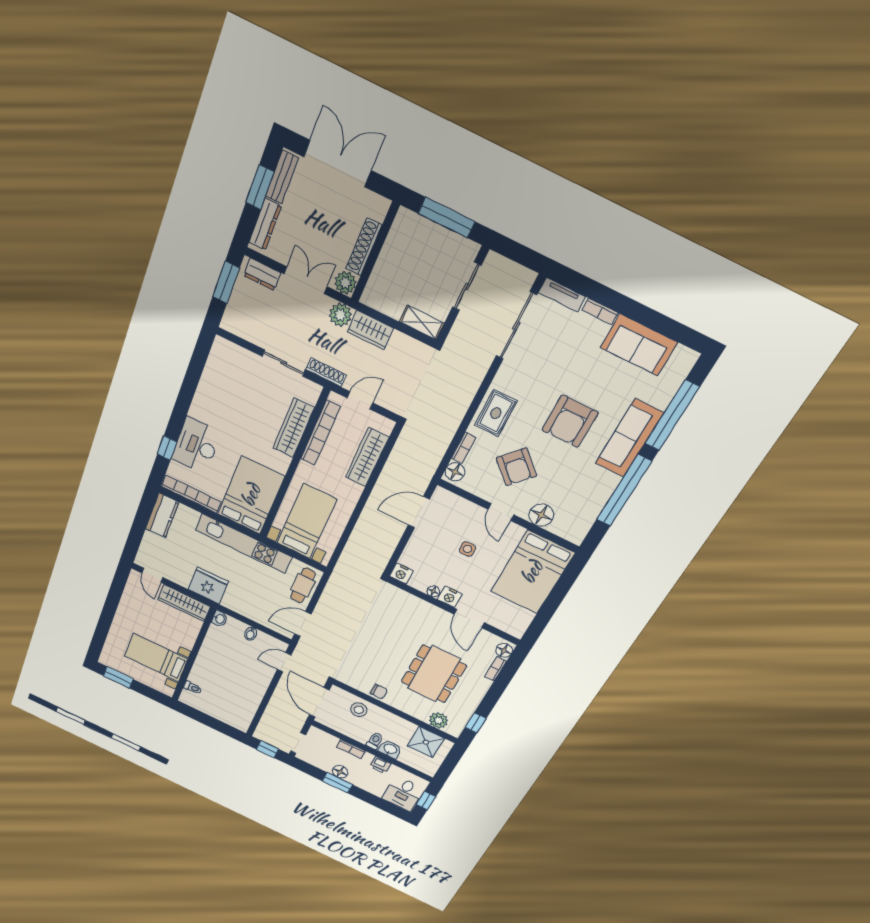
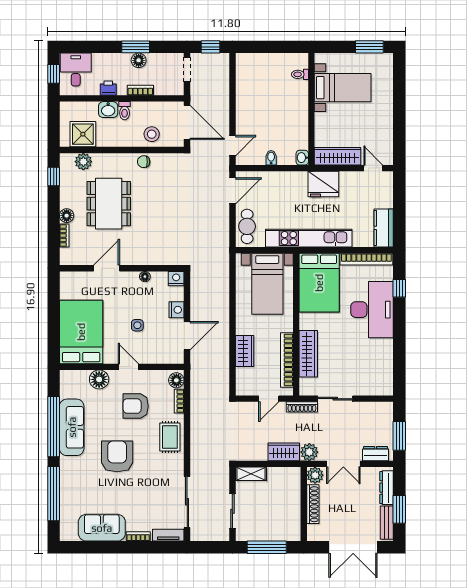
sofa: (629, 438) -> (72, 427), moved
desk: (196, 446) -> (372, 310), width x1.36, depth x1.30
wardrobe: (367, 457) -> (245, 351), width x0.67
armchair: (516, 467) -> (136, 406), turned -43
nightstand: (450, 597) -> (177, 310), moved, turned 90
door: (469, 619) -> (107, 268), hinge flipped
floor lamp: (504, 650) -> (67, 216), moved

